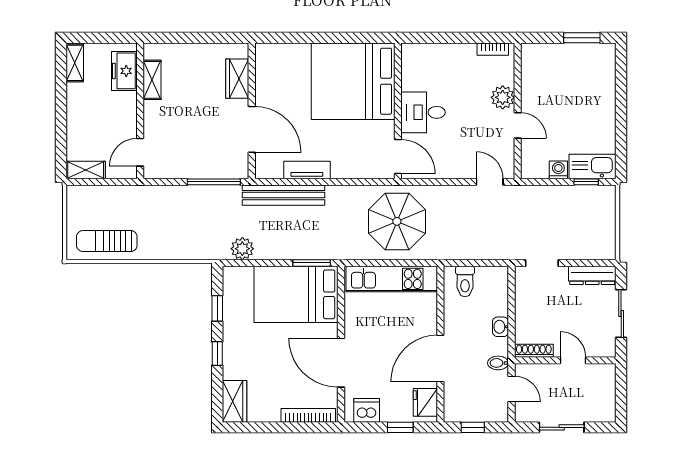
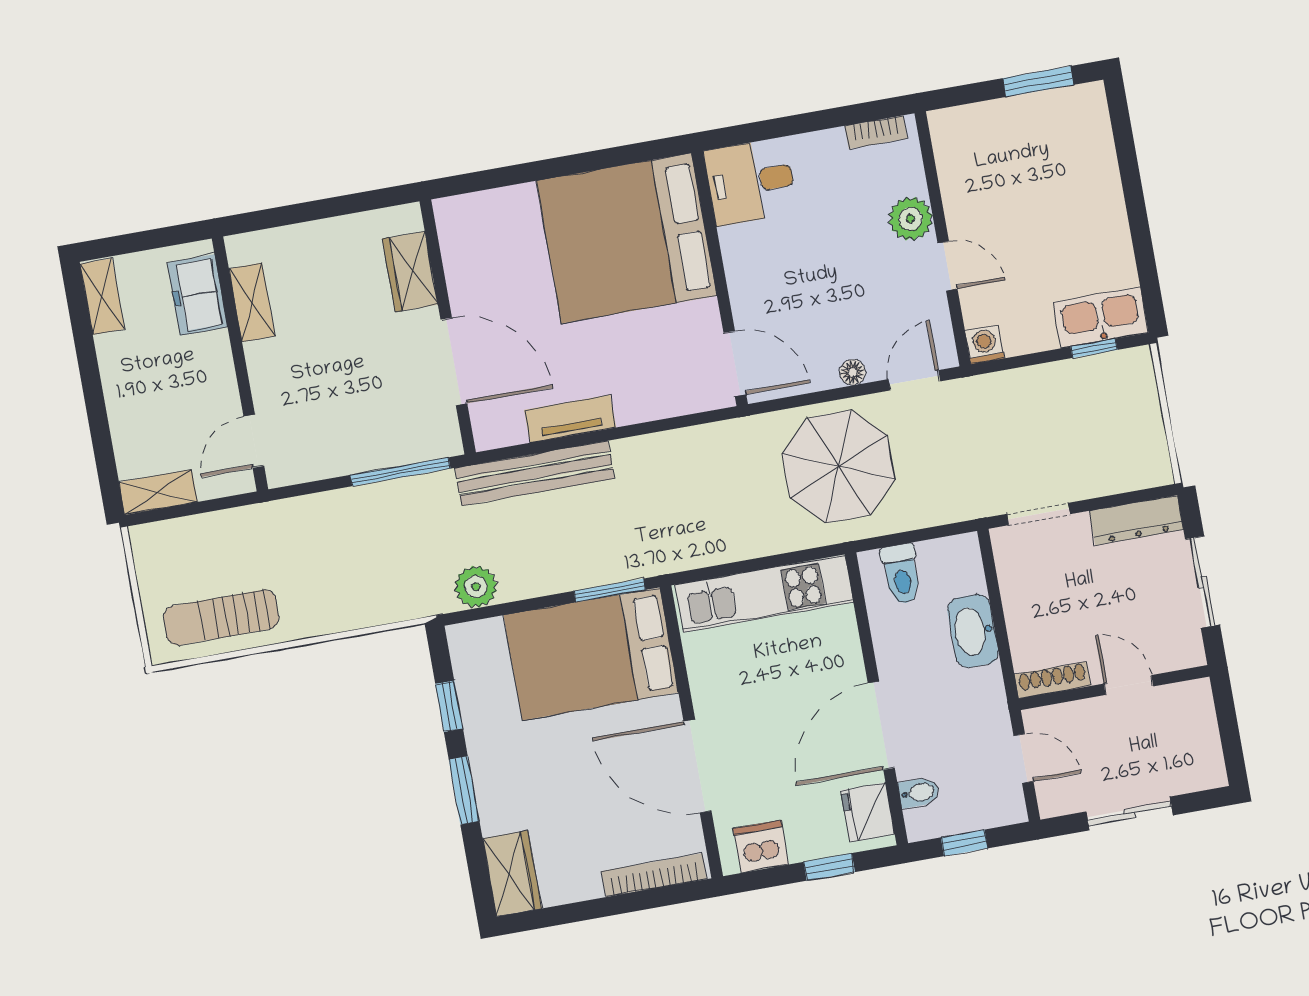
desk: (423, 112) -> (751, 182), moved
washing machine: (558, 170) -> (985, 345), moved
floor lamp: (458, 172) -> (853, 372), added
door: (490, 182) -> (914, 380), hinge flipped
parasol: (397, 221) -> (839, 467), moved
washbasin: (501, 327) -> (973, 631), width x1.91, depth x1.45
window: (217, 354) -> (464, 790), width x1.50
bidet: (498, 363) -> (919, 792), moved, turned 180

